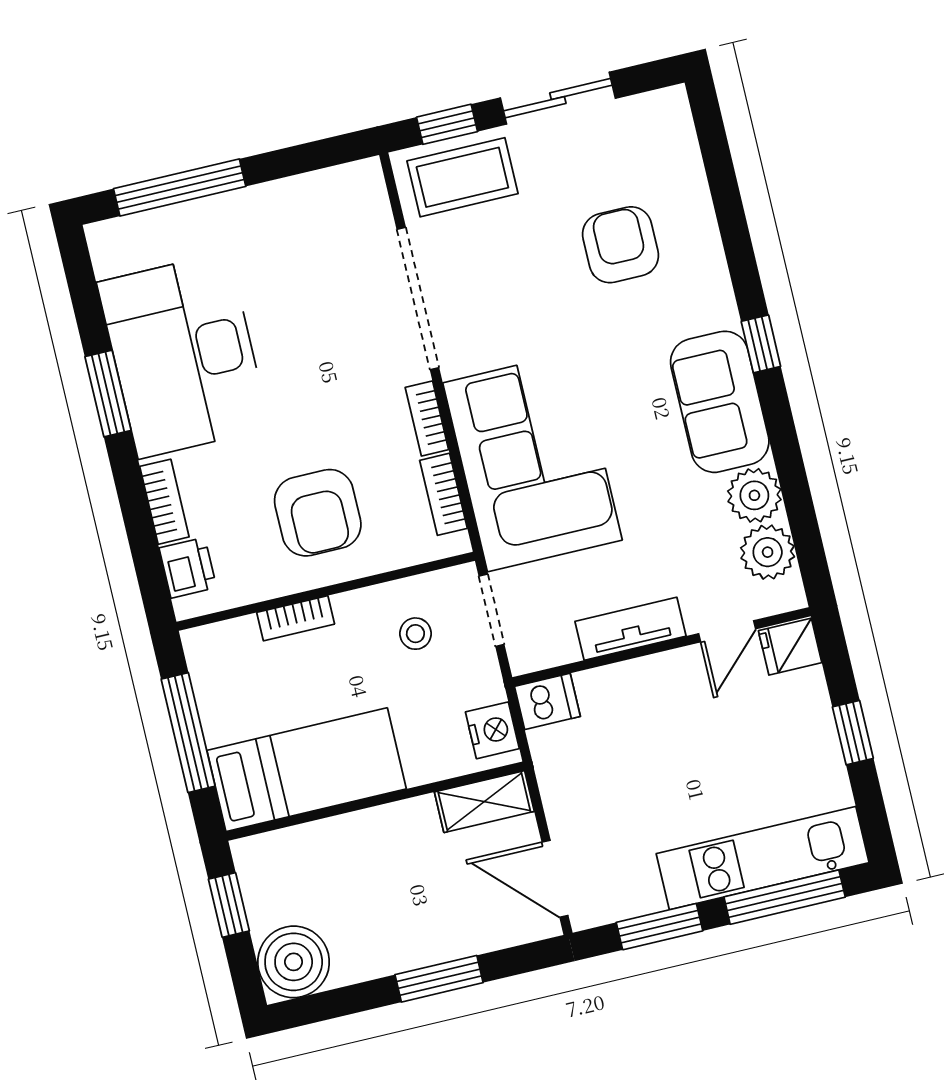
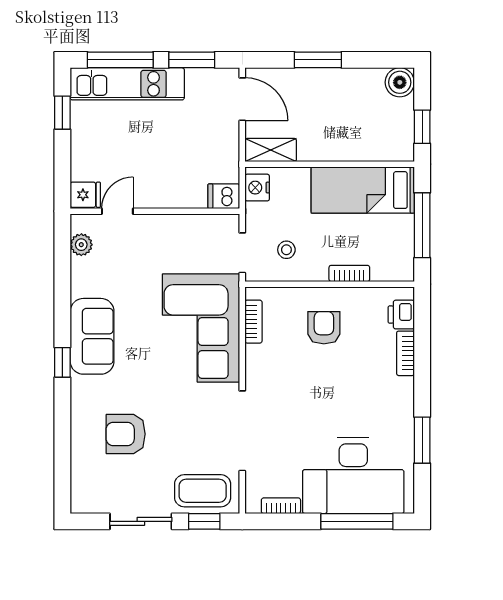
armchair: (620, 245) -> (126, 434), turned 90
desk: (183, 355) -> (353, 476), moved, turned 90
window: (108, 393) -> (422, 440), moved
bookcase: (427, 418) -> (281, 506), moved, turned -90
plant: (754, 495) -> (85, 281), removed
armchair: (318, 513) -> (324, 328), width x0.72, depth x0.72
plant: (768, 552) -> (81, 245), width x0.73, depth x0.73
tv unit: (630, 629) -> (169, 225), removed
window: (853, 733) -> (62, 113), moved
boiler: (294, 962) -> (400, 82), width x0.73, depth x0.73

